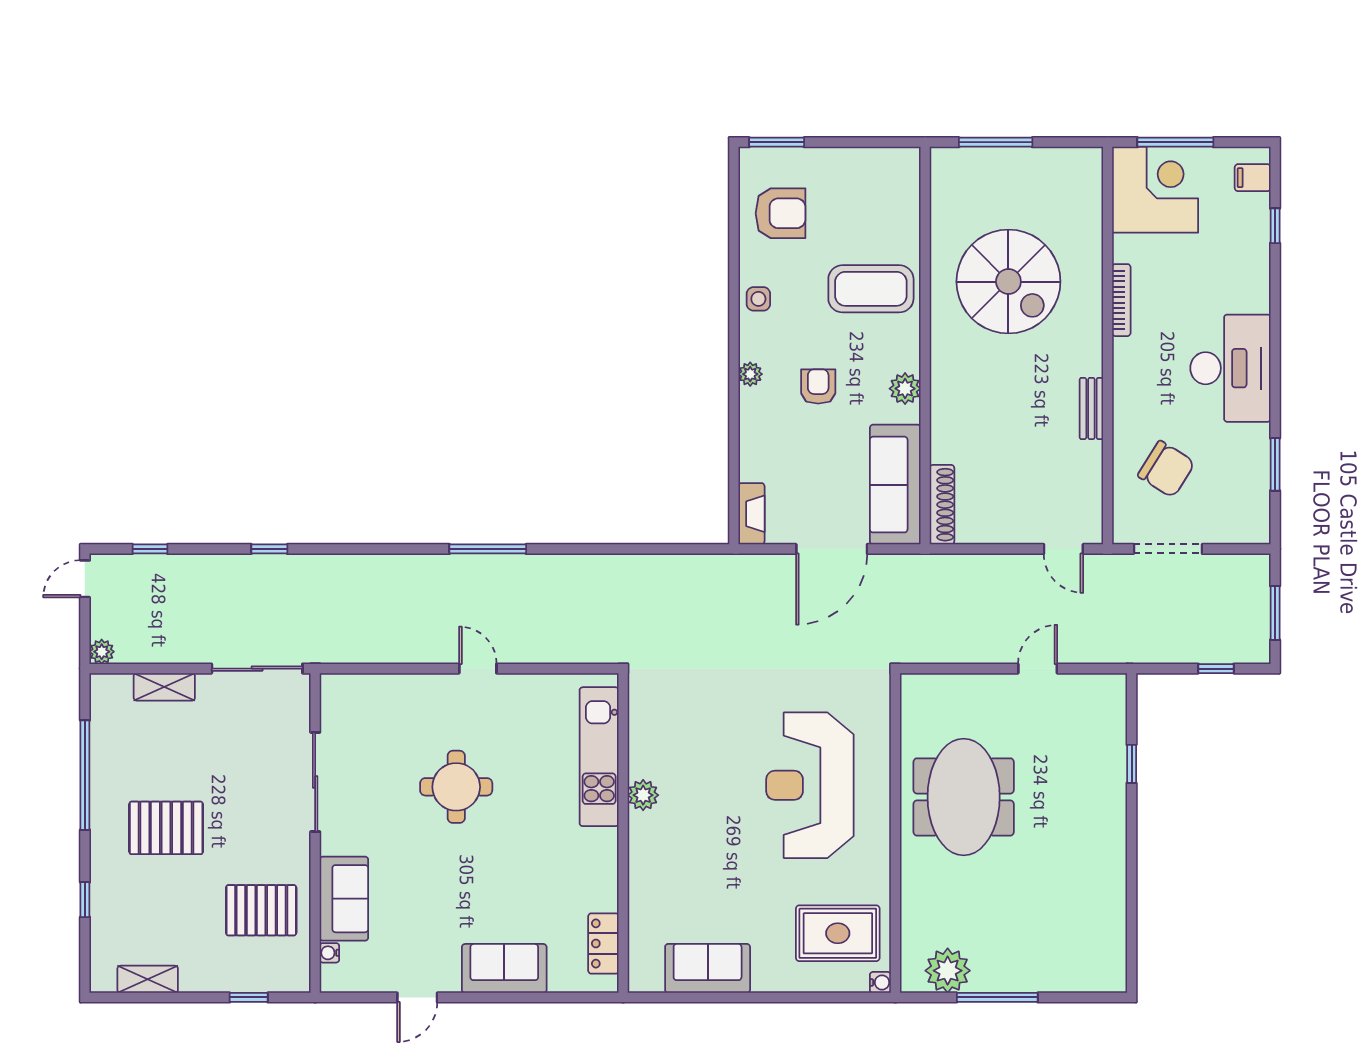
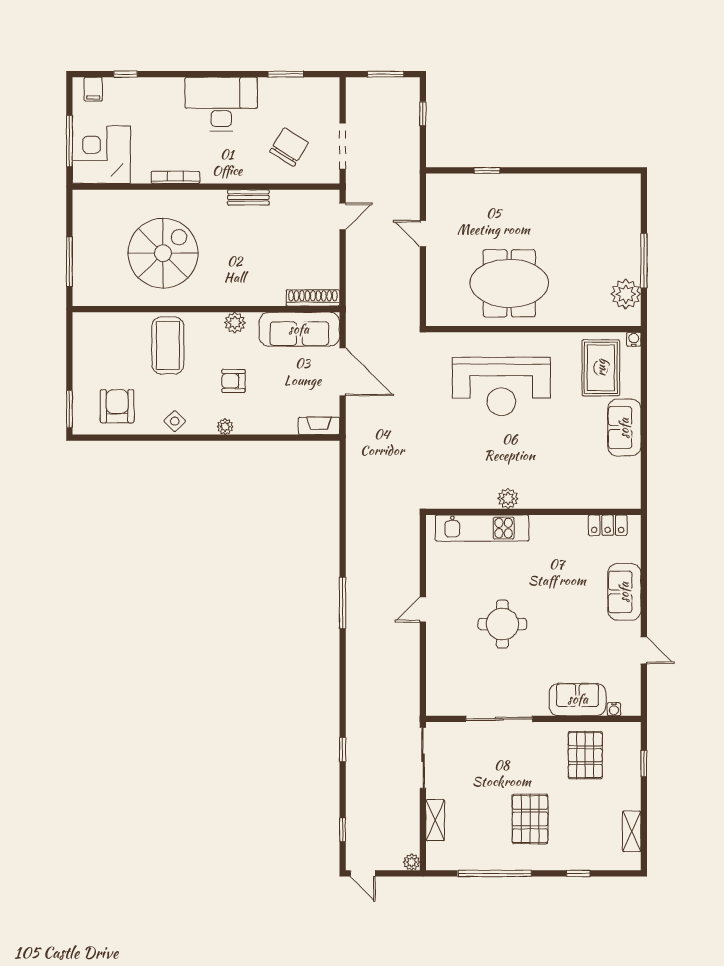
side table: (758, 299) -> (175, 421), turned 45
sofa: (708, 968) -> (624, 428), moved

